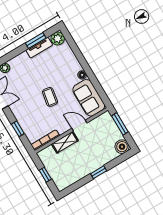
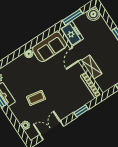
coffee table: (50, 97) -> (36, 98), moved
freezer: (102, 122) -> (72, 34), added

